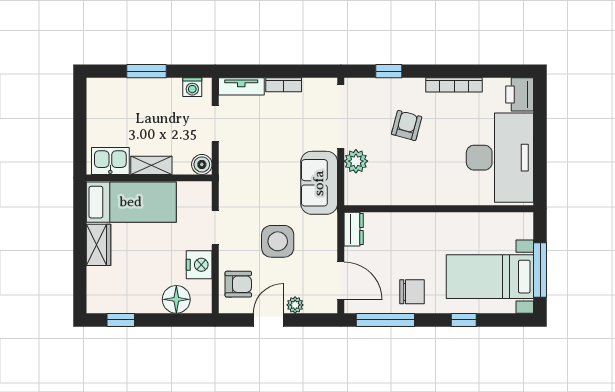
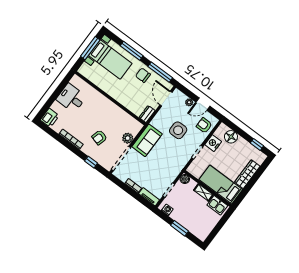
desk: (500, 158) -> (71, 98), width x0.53, depth x0.77
wardrobe: (98, 245) -> (247, 174), width x1.50
window: (464, 320) -> (132, 51), width x2.17

